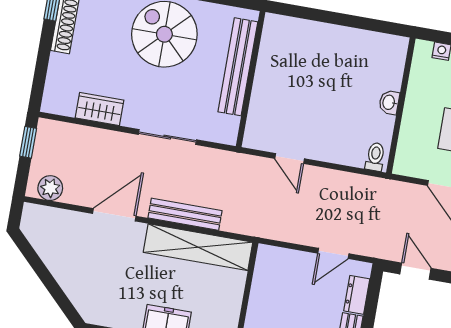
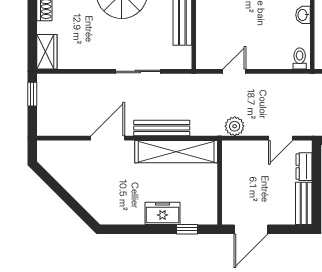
wardrobe: (100, 109) -> (47, 52), moved, turned 90
door: (290, 159) -> (234, 71), swing flipped
plant: (50, 188) -> (235, 126), moved

